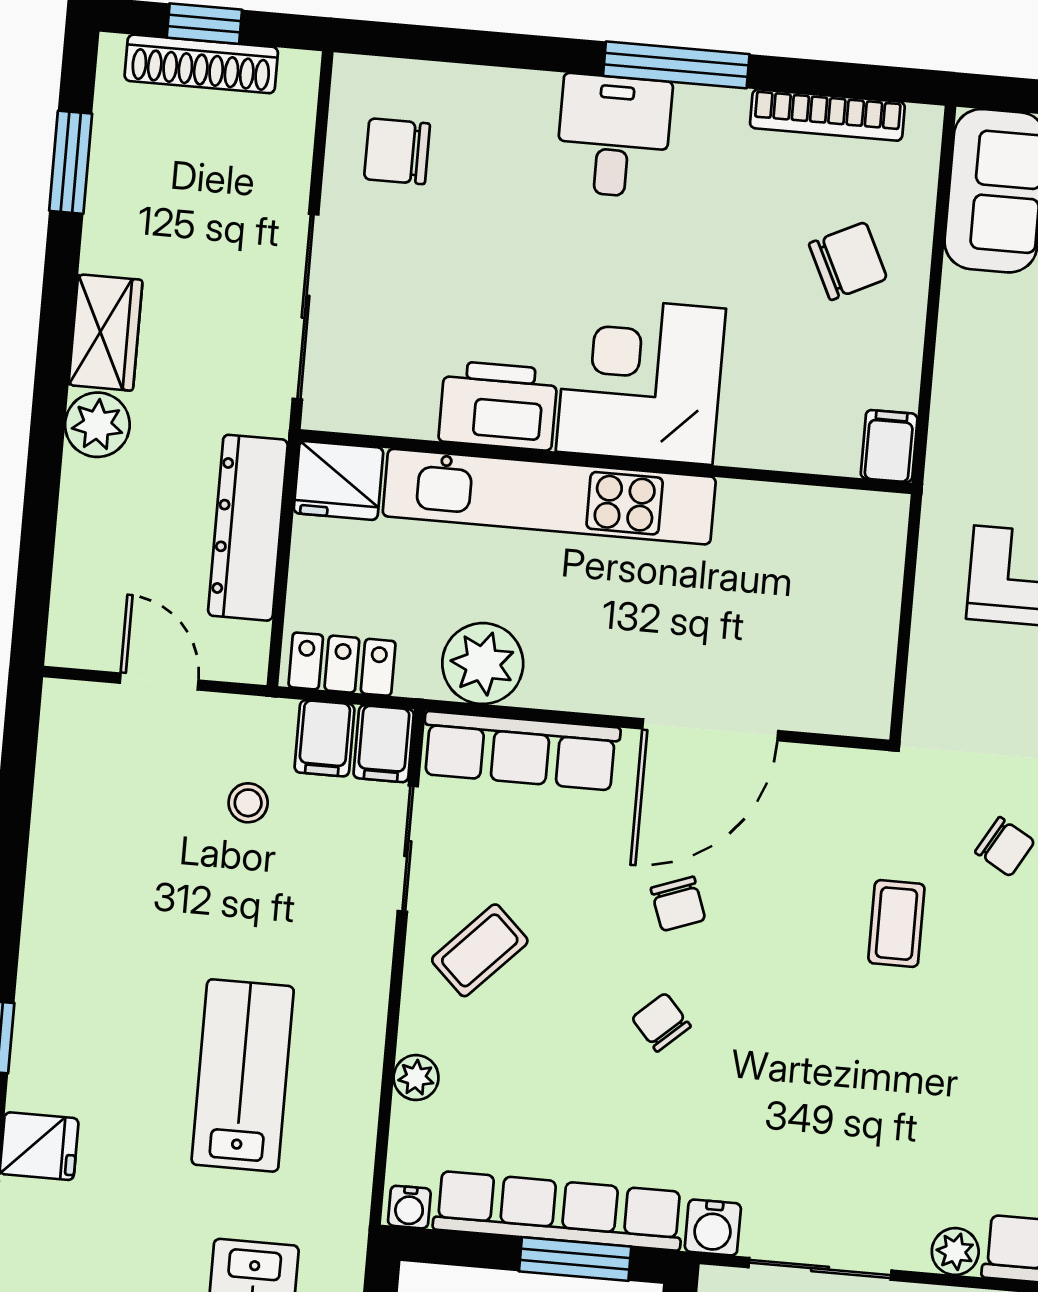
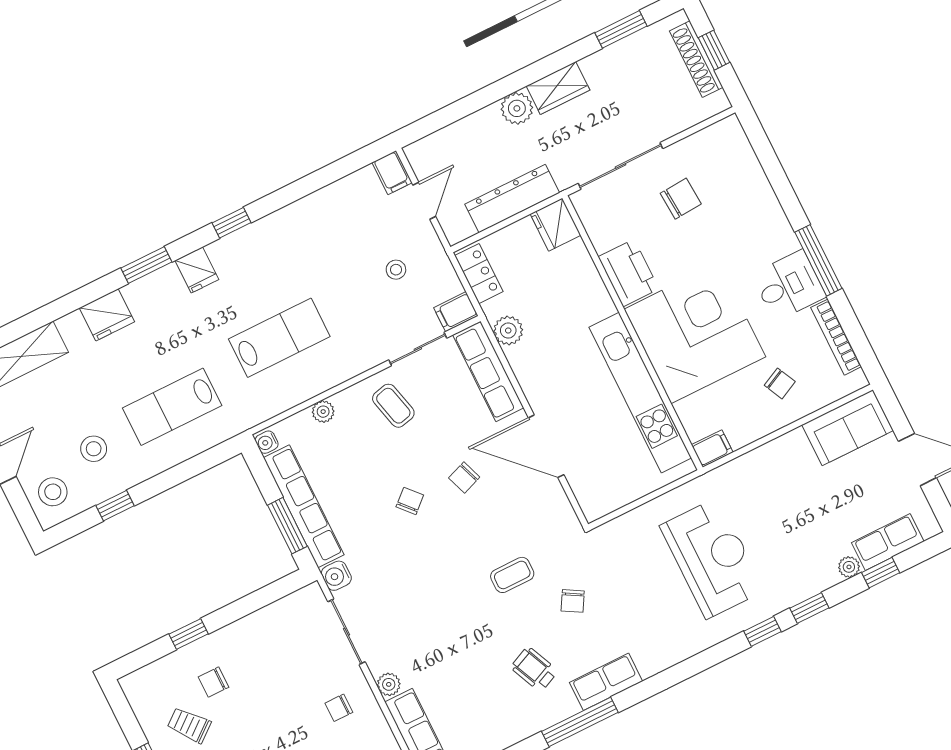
desk: (614, 136) -> (789, 286), moved
chair: (397, 151) -> (681, 199), moved, turned 86
chair: (848, 261) -> (780, 383), width x0.73, depth x0.73
corner desk: (641, 380) -> (695, 333), width x1.36, depth x1.36
kitchen unit: (549, 497) -> (640, 393), moved
plant: (483, 664) -> (508, 331), width x0.73, depth x0.73
filing cabinet: (325, 738) -> (392, 173), moved, turned -90
coffee table: (480, 950) -> (393, 406), turned 32

